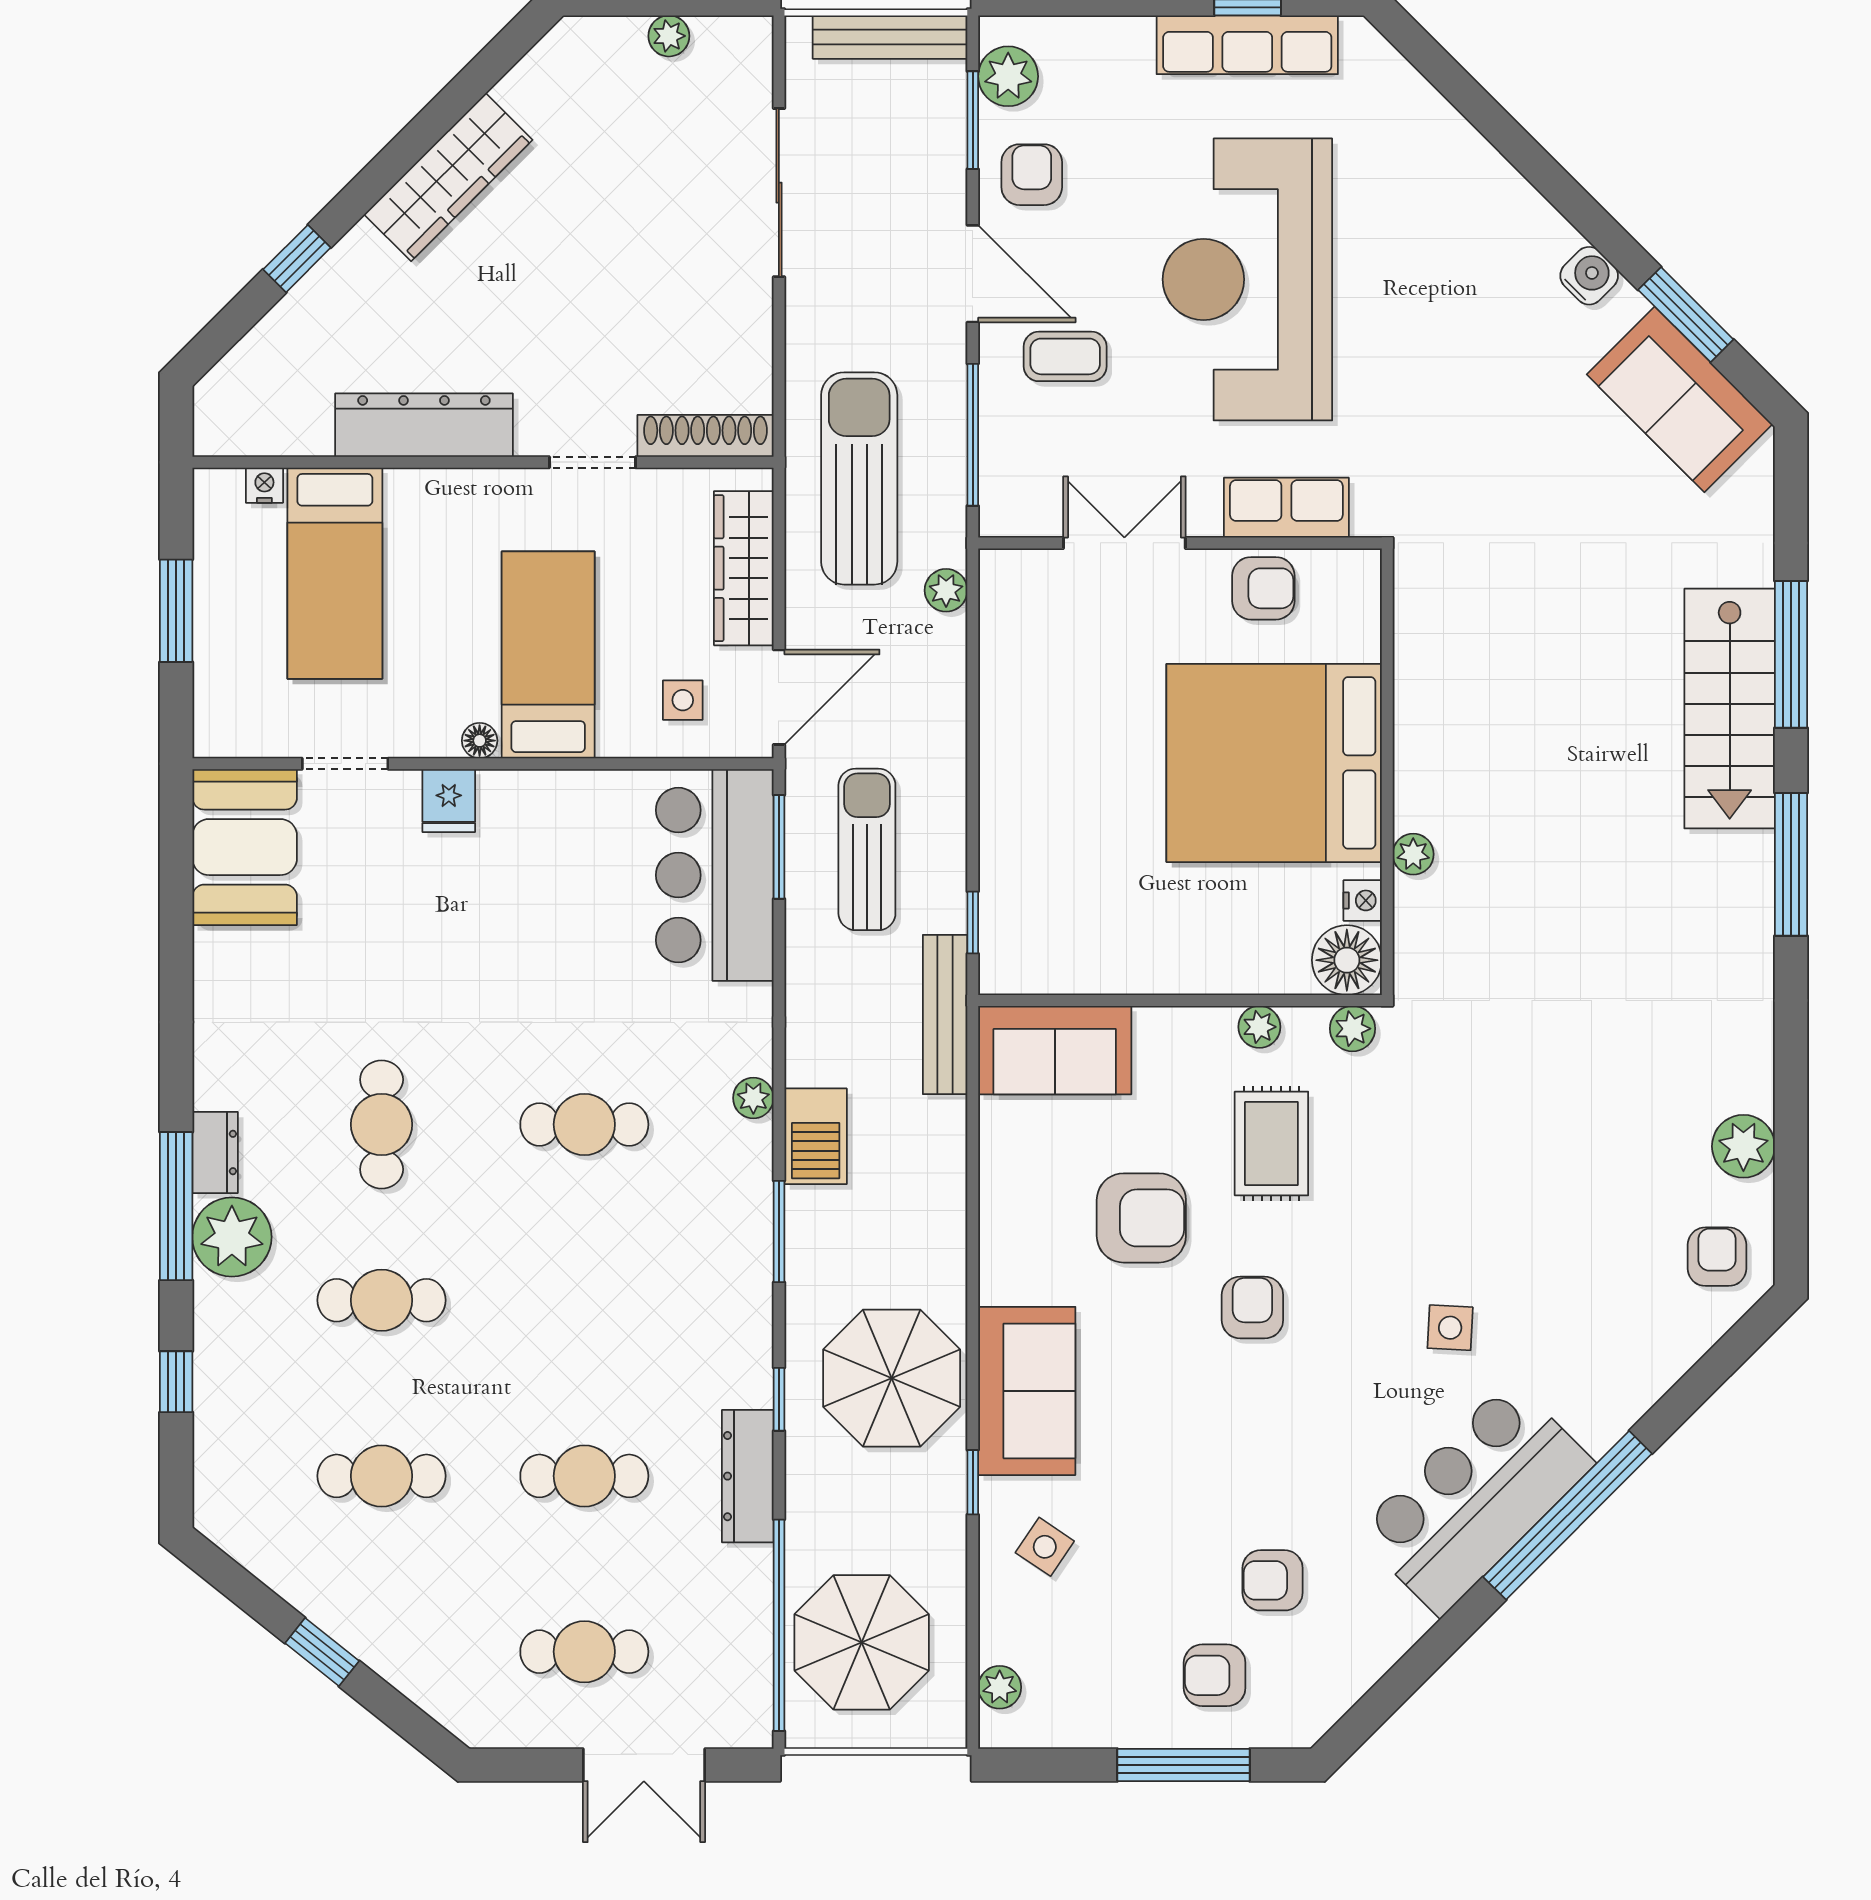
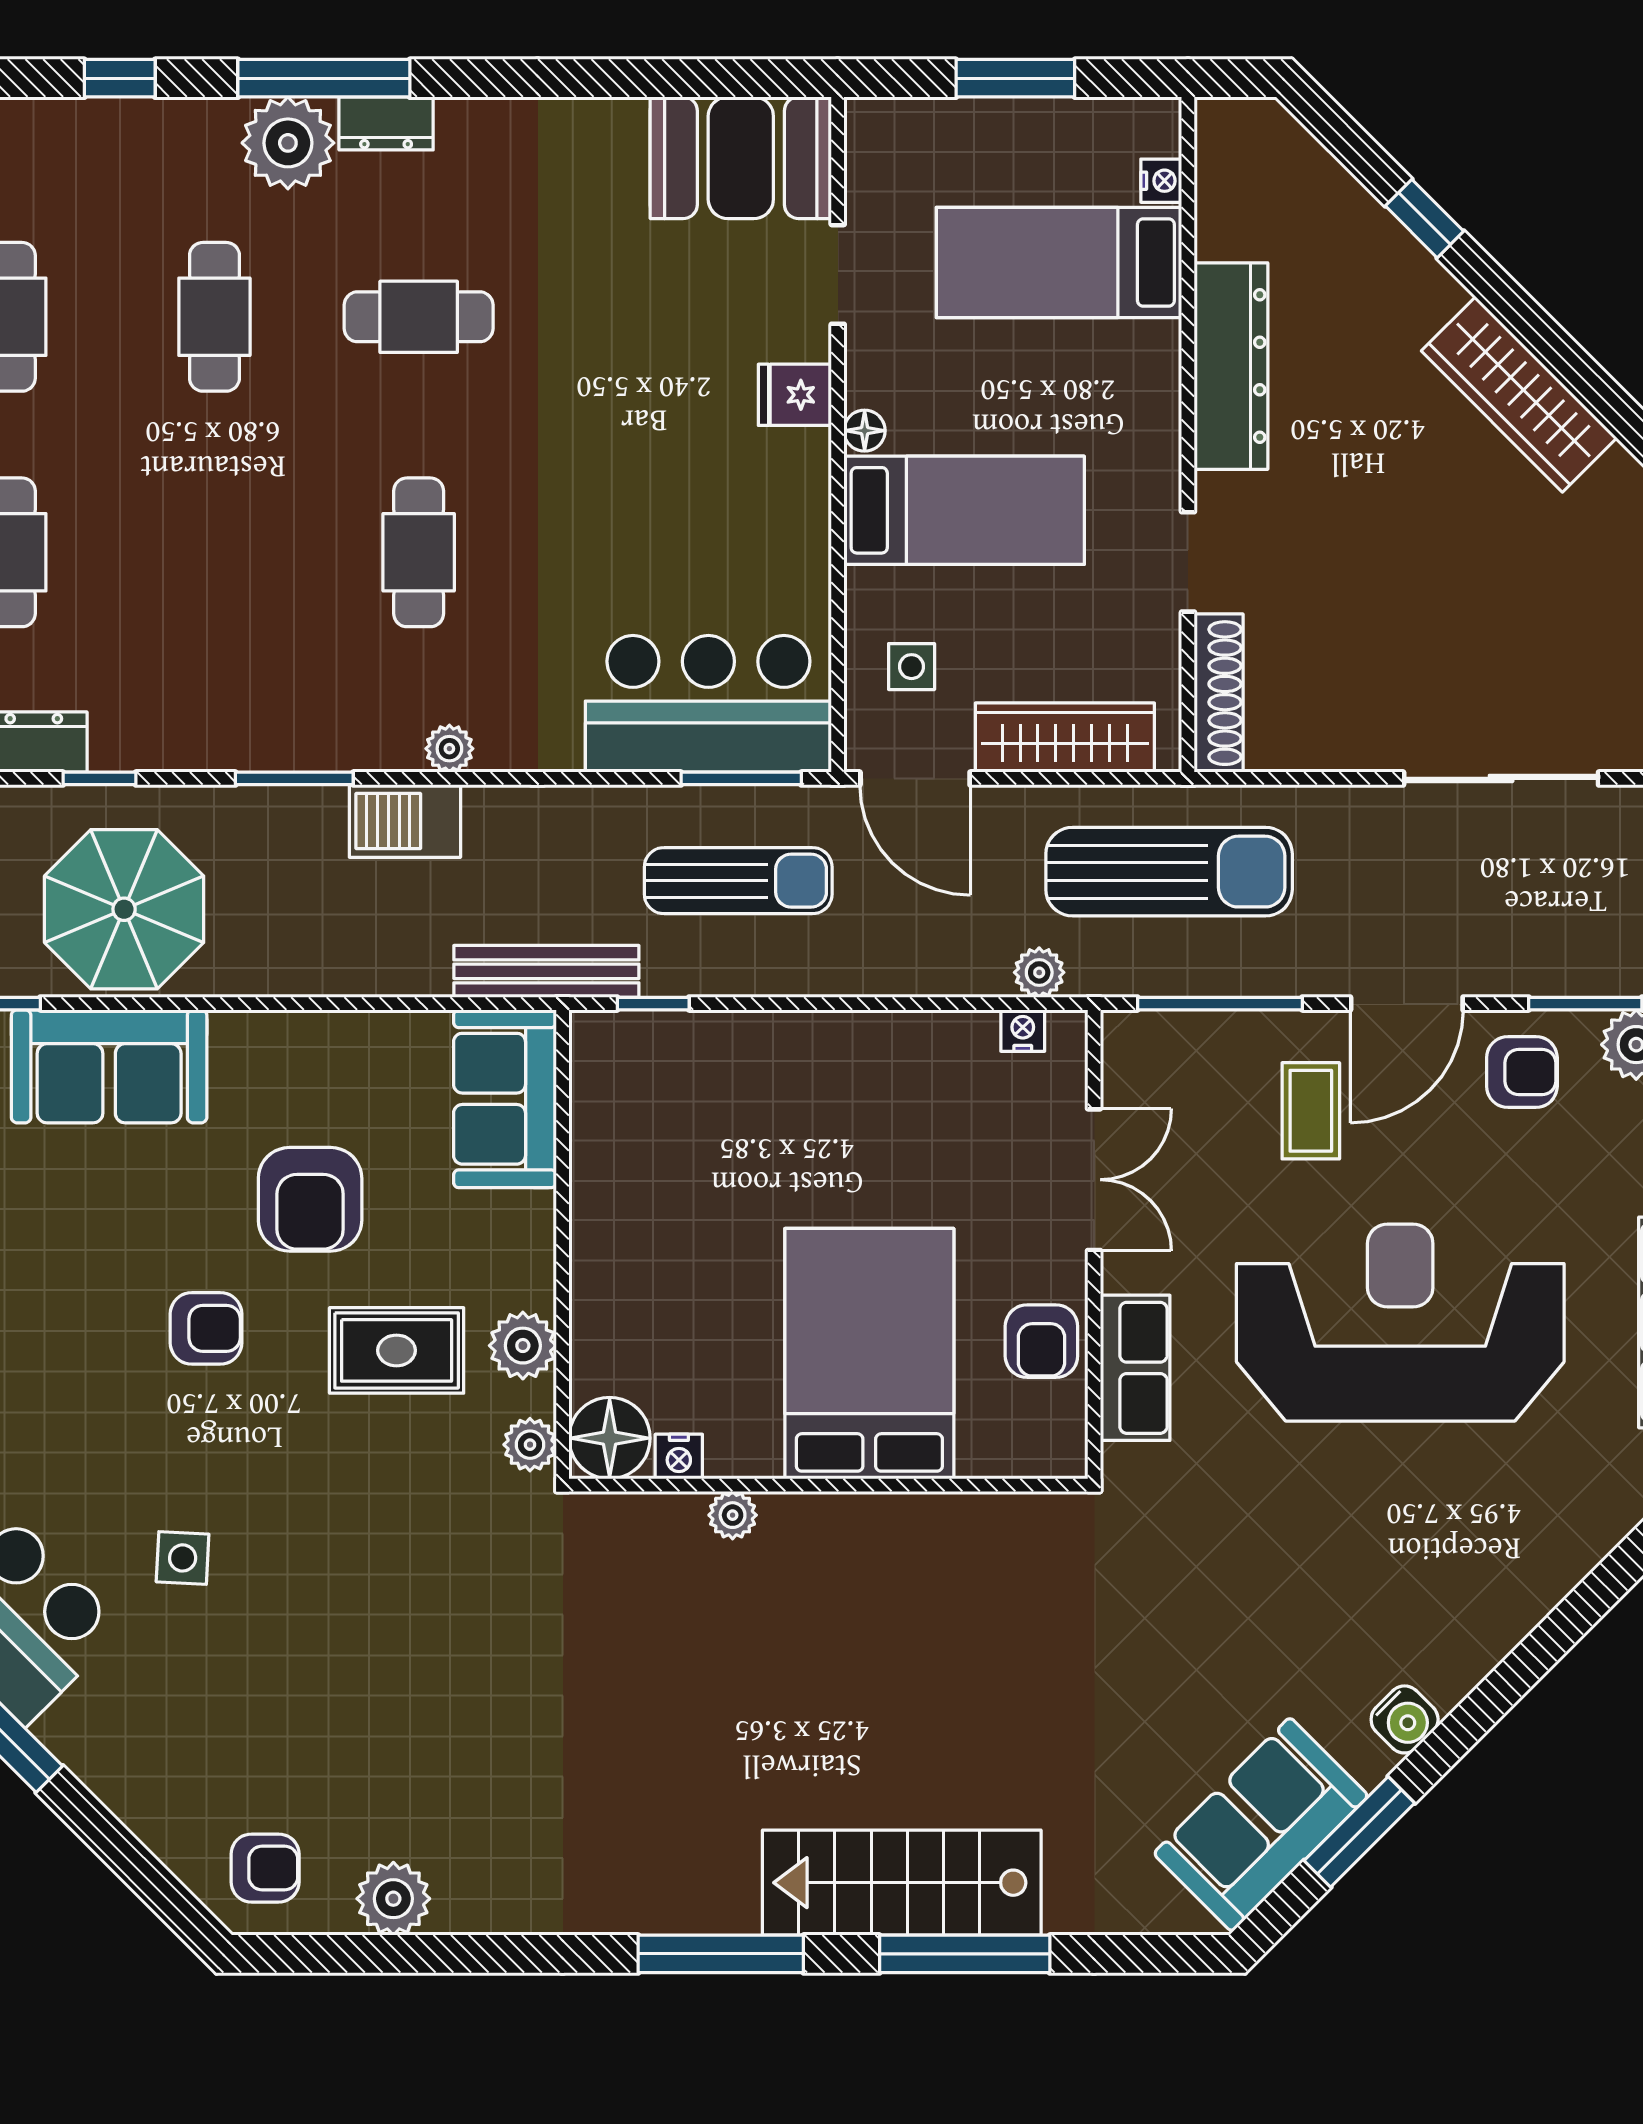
nightstand: (996, 604) -> (1023, 1031), added
bed: (1274, 763) -> (869, 1354), width x0.73
plant: (1259, 1027) -> (523, 1346), width x1.38, depth x1.38

